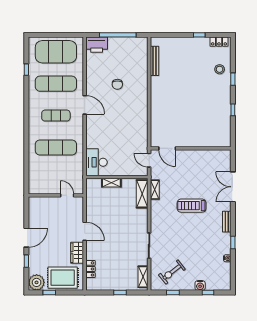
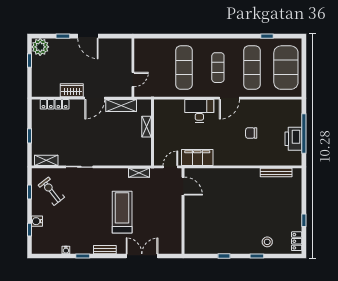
printer: (97, 45) -> (293, 139), moved
filing cabinet: (140, 135) -> (197, 157), added
door: (167, 148) -> (183, 186), swing flipped
desk: (96, 162) -> (199, 111), moved
shelving: (142, 194) -> (121, 106), moved
treadmill: (192, 206) -> (122, 212), width x1.37, depth x1.38
locker: (90, 269) -> (55, 104), width x1.53
rug: (63, 278) -> (45, 75), removed

